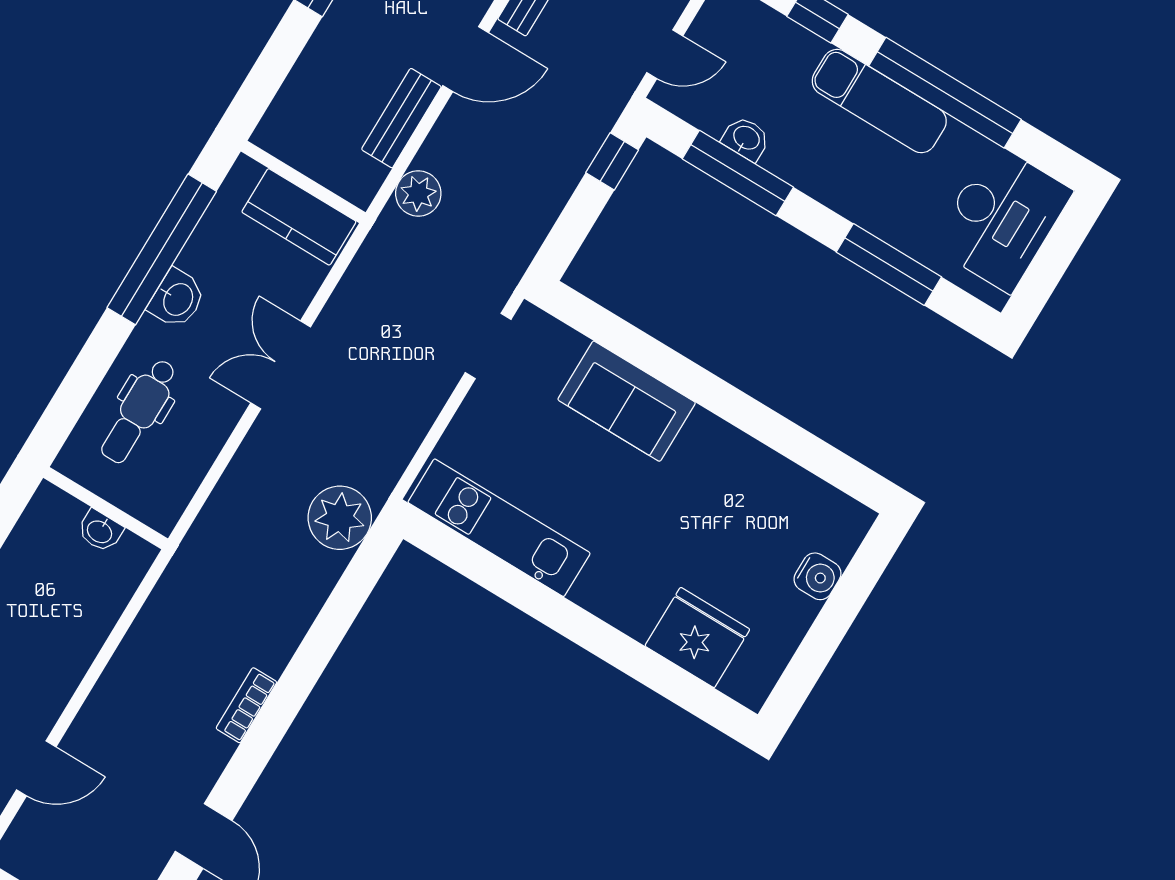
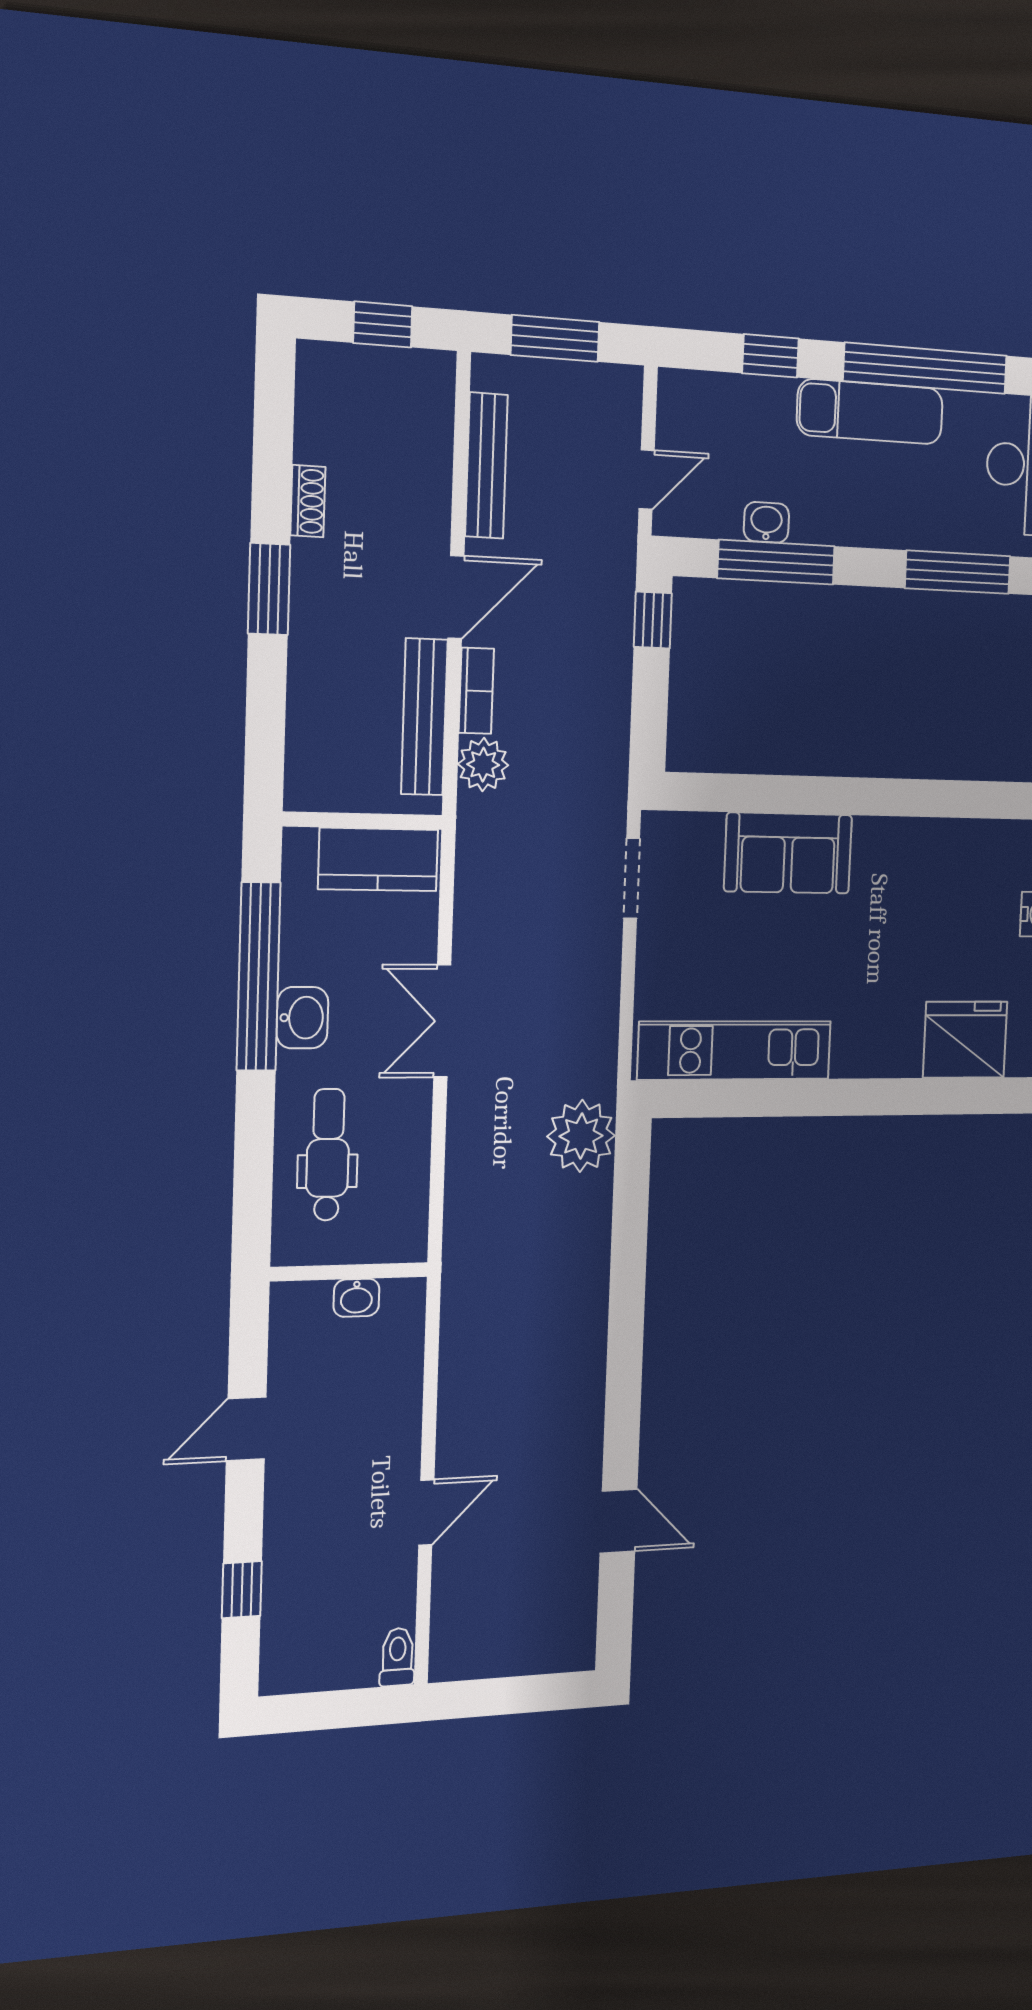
bench: (401, 118) -> (424, 717), width x1.36
dental chair: (139, 411) -> (328, 1155), turned 180
bookcase: (246, 705) -> (476, 691), moved, turned 180
door: (36, 768) -> (426, 1512), moved

